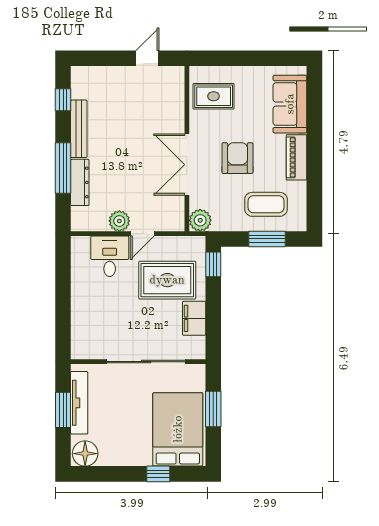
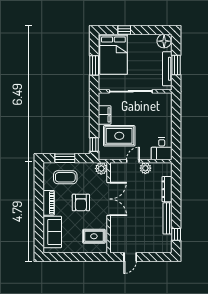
window: (63, 168) -> (176, 197), removed
desk: (110, 256) -> (162, 149), moved

